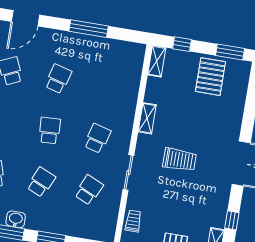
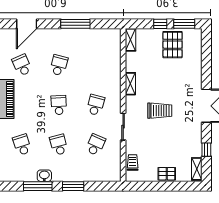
window: (182, 44) -> (160, 24), moved
school desk: (41, 182) -> (59, 145), turned -39

